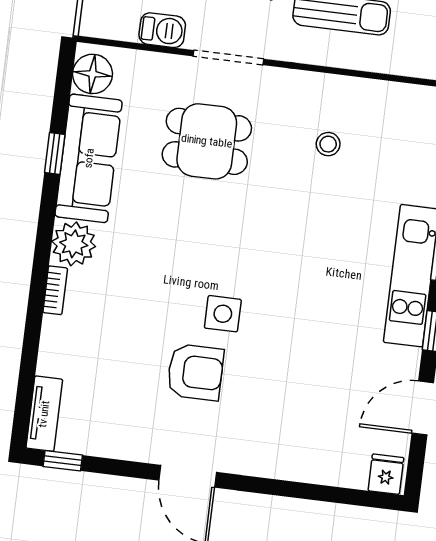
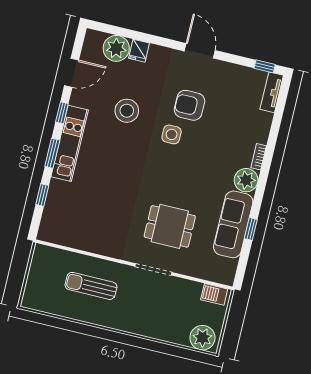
barbecue: (162, 30) -> (214, 294), moved
floor lamp: (93, 74) -> (226, 269), removed
stool: (328, 144) -> (127, 111), moved, width x1.89, depth x1.89
plant: (344, 463) -> (116, 48), added
fridge: (386, 474) -> (139, 51), moved

